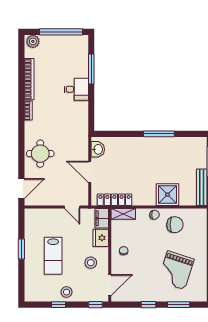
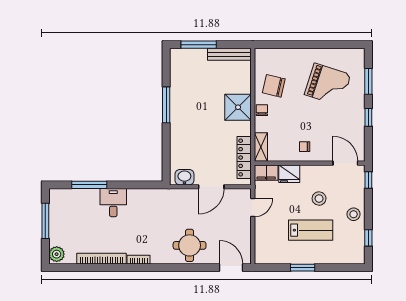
window: (61, 32) -> (45, 221), width x0.68
shower: (167, 195) -> (238, 107), moved
chair: (175, 225) -> (274, 86), turned -77
stool: (91, 263) -> (319, 199), moved
window: (59, 305) -> (368, 238), moved

